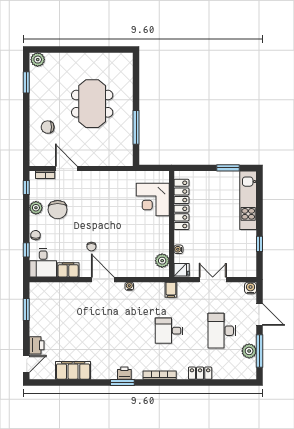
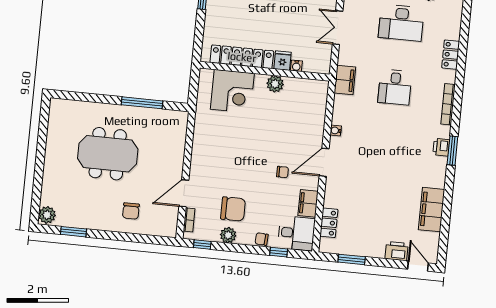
plant: (162, 261) -> (275, 84), moved
fridge: (182, 270) -> (283, 61), moved
locker: (54, 288) -> (329, 223), added
filing cabinet: (171, 290) -> (345, 80), width x2.00

